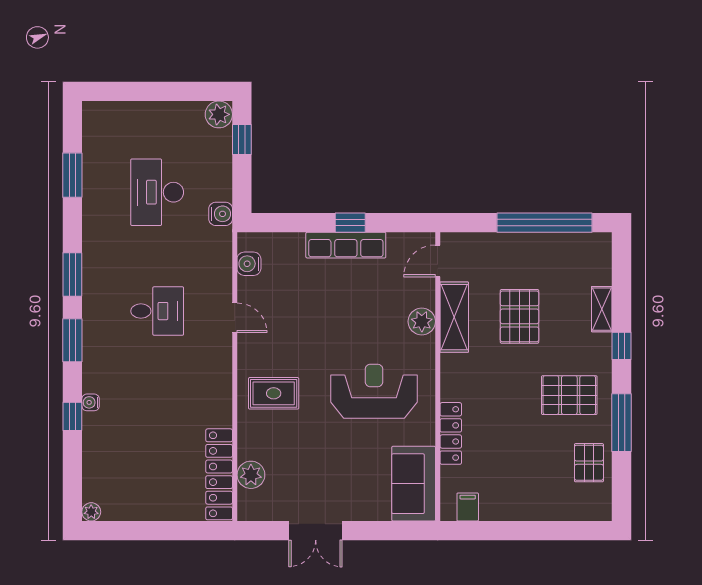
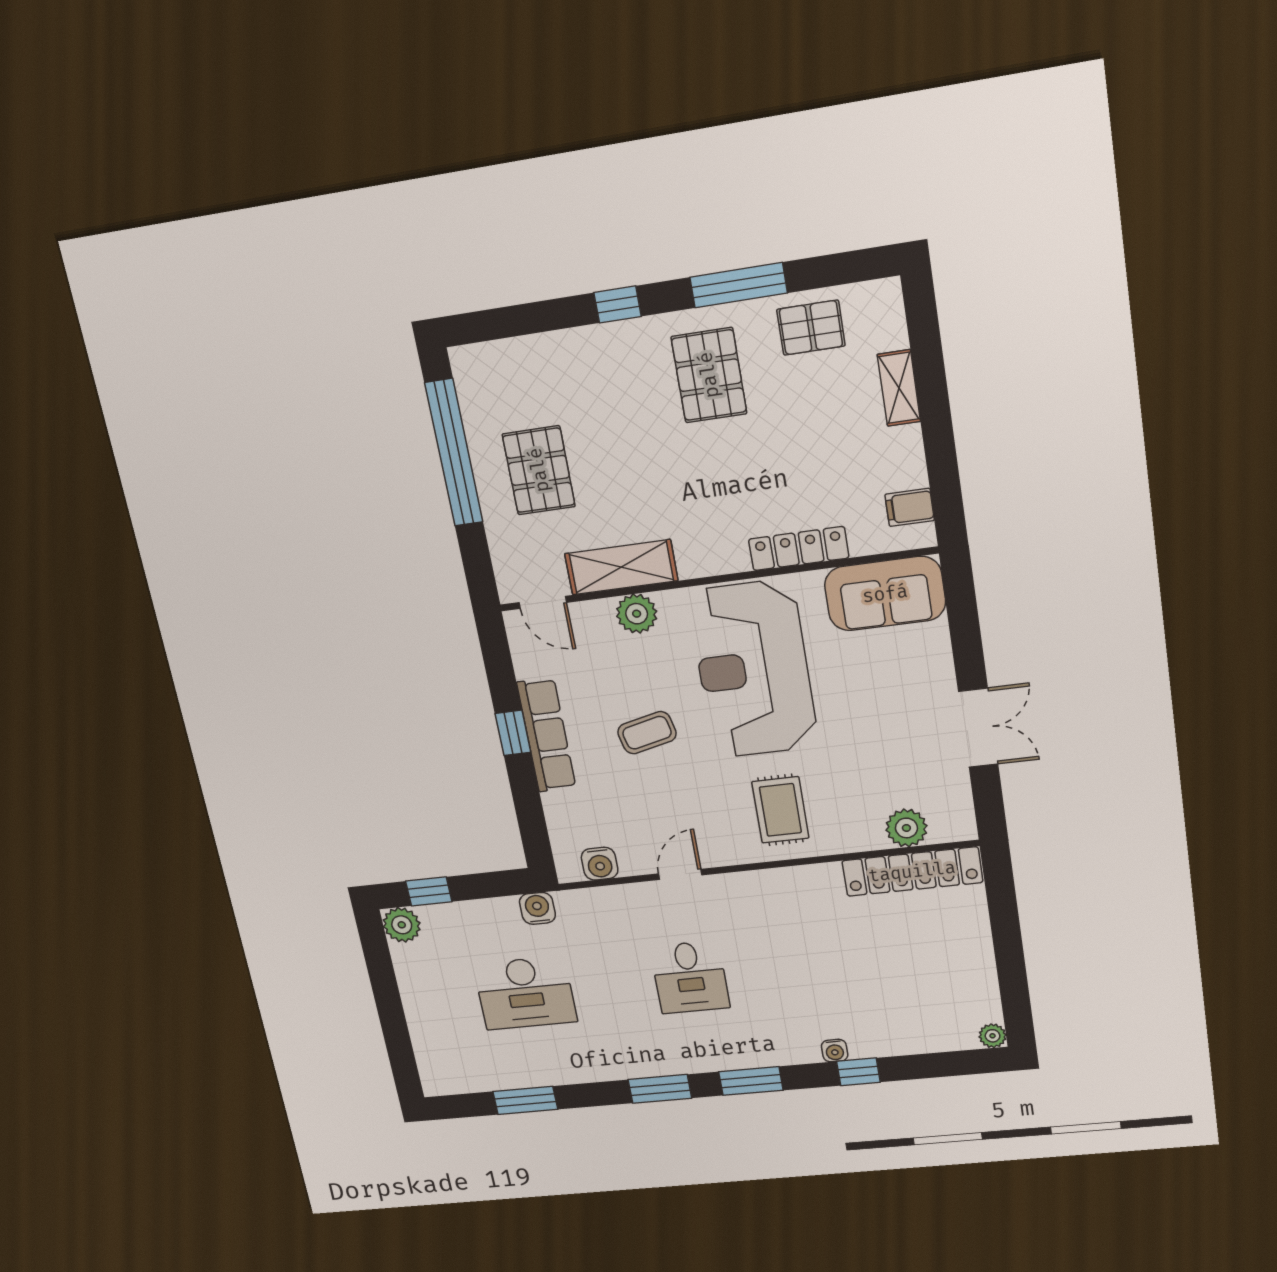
shelving: (602, 309) -> (899, 388), moved, turned 90
desk: (157, 311) -> (690, 977), turned 180
coffee table: (339, 313) -> (647, 733), added
pallet: (520, 316) -> (539, 470), moved, turned 90
reception desk: (374, 391) -> (753, 669), width x1.36, depth x1.30

